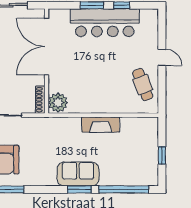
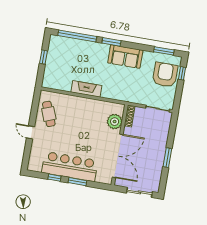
plant: (58, 103) -> (115, 122), moved
sofa: (78, 174) -> (125, 57), moved

